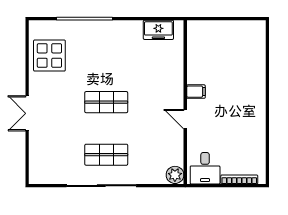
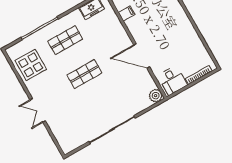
filing cabinet: (196, 92) -> (127, 14), moved
door: (185, 119) -> (142, 56), width x1.87
shop shelf: (106, 155) -> (65, 40), moved

